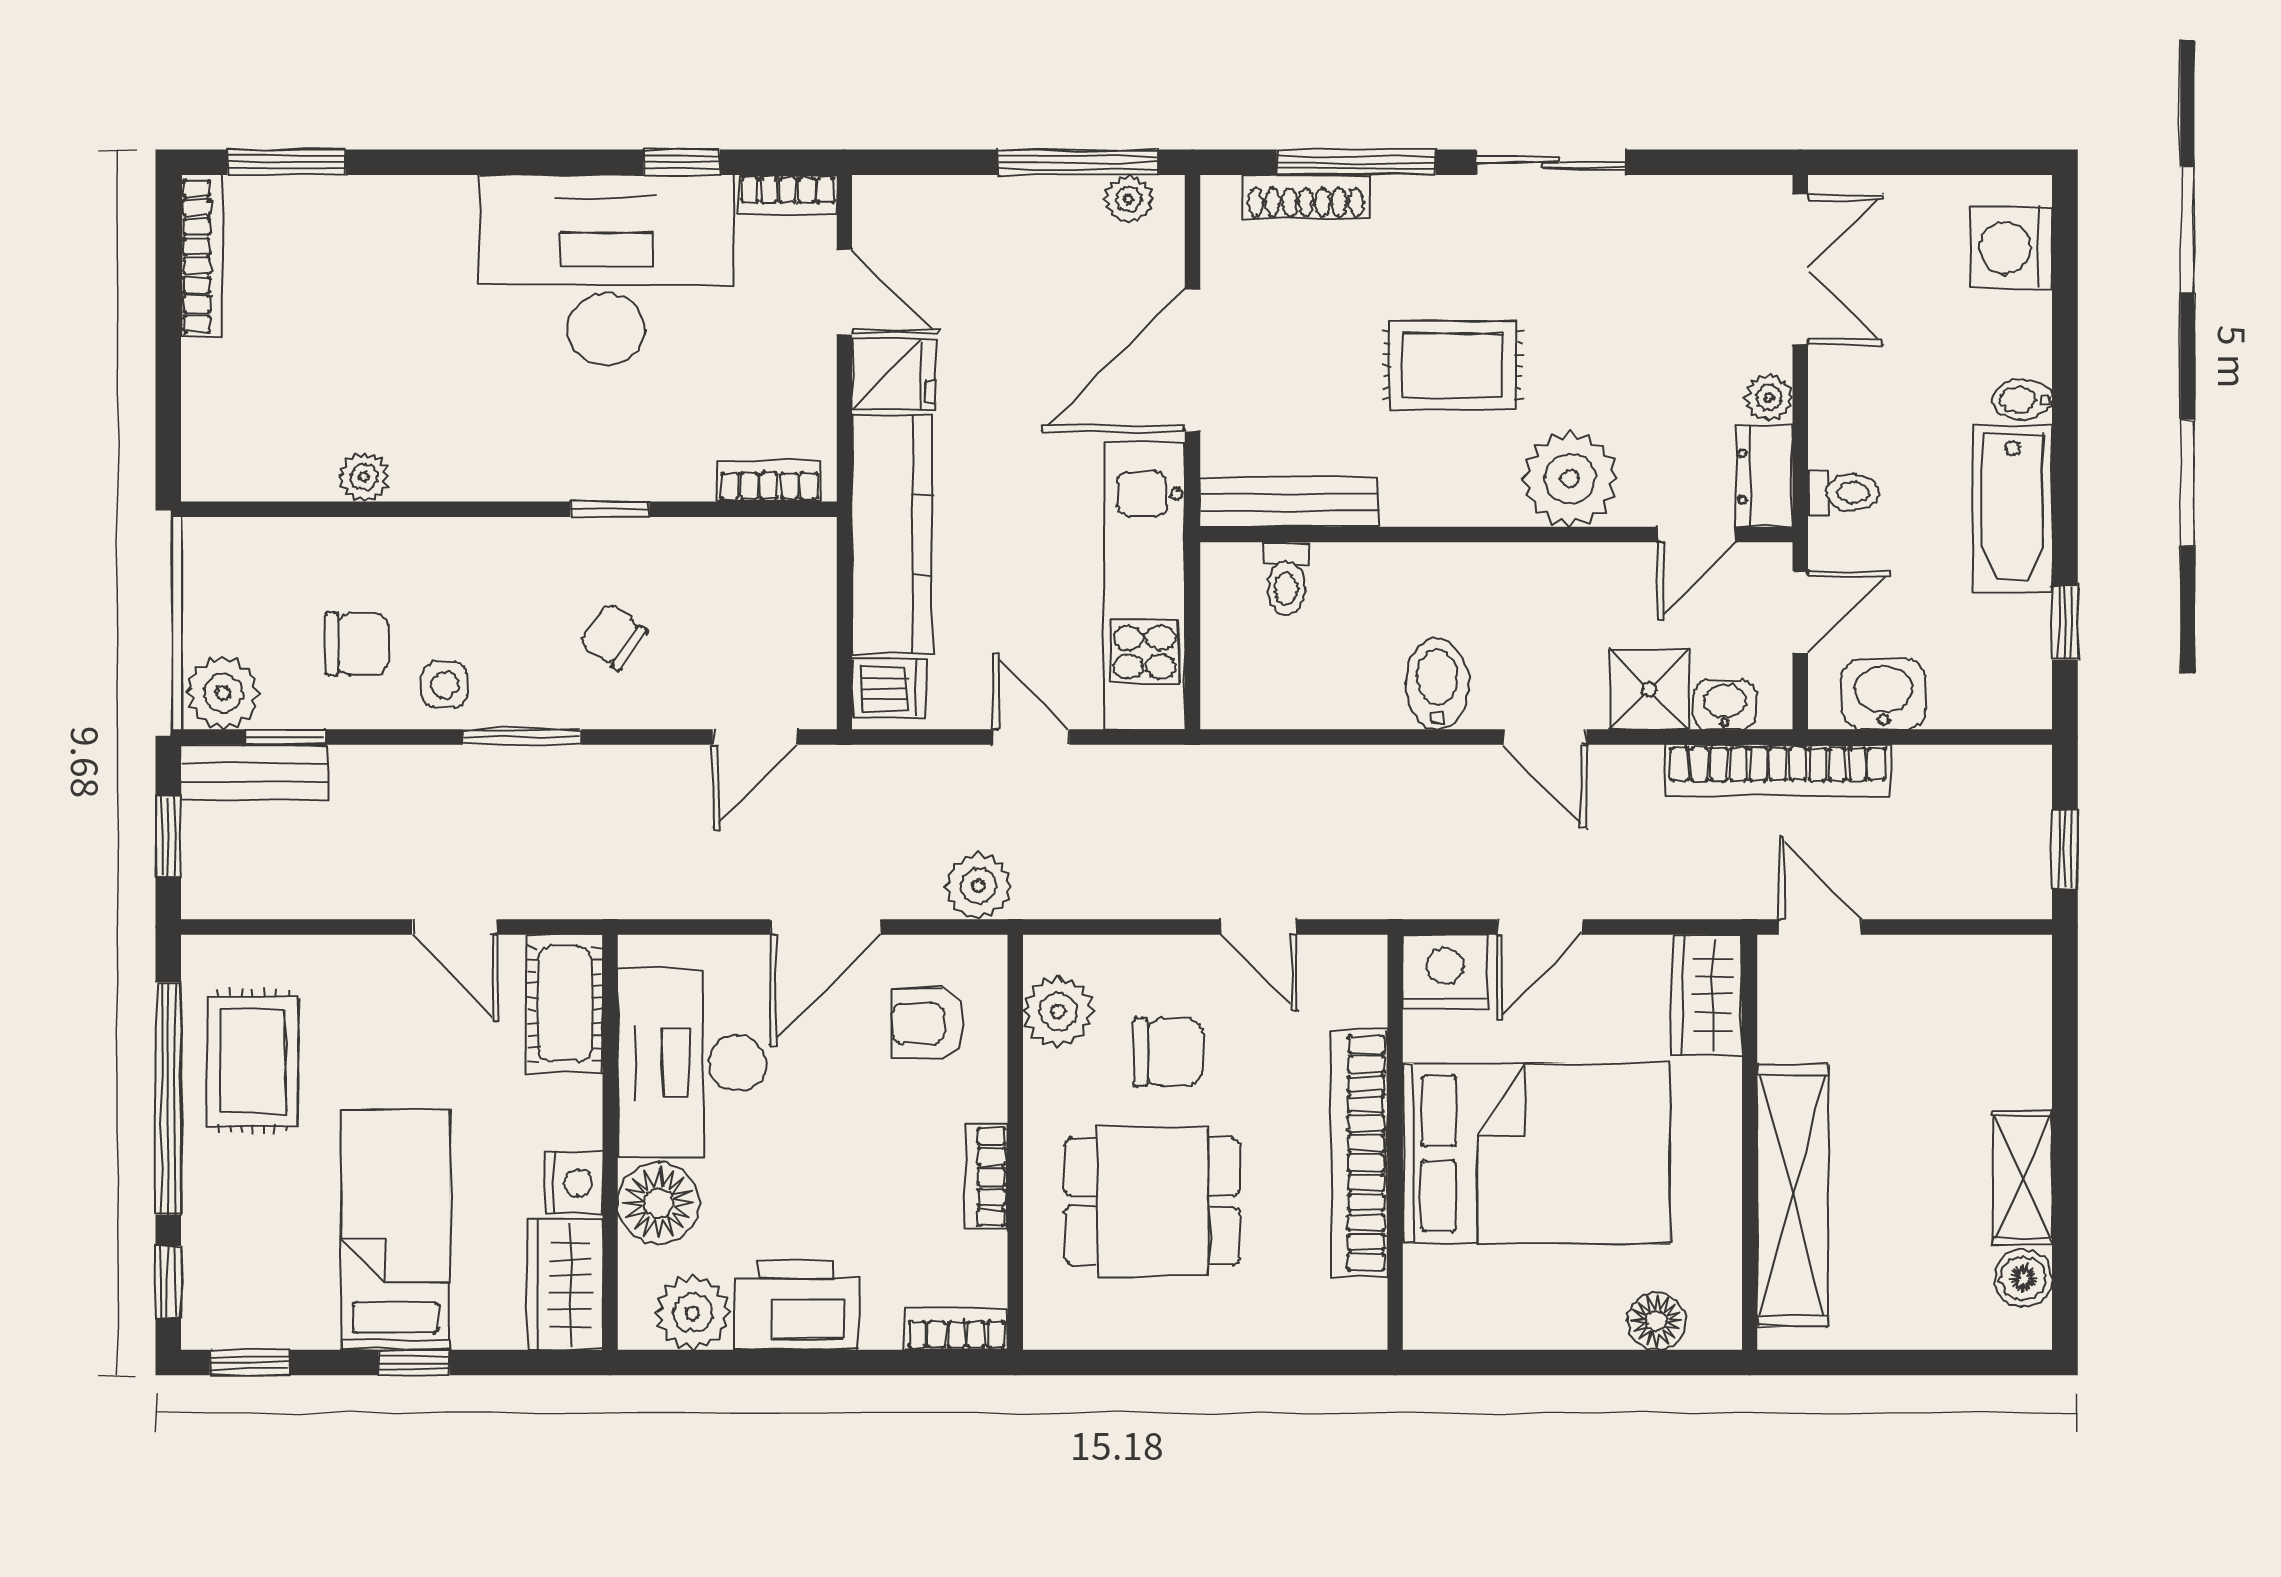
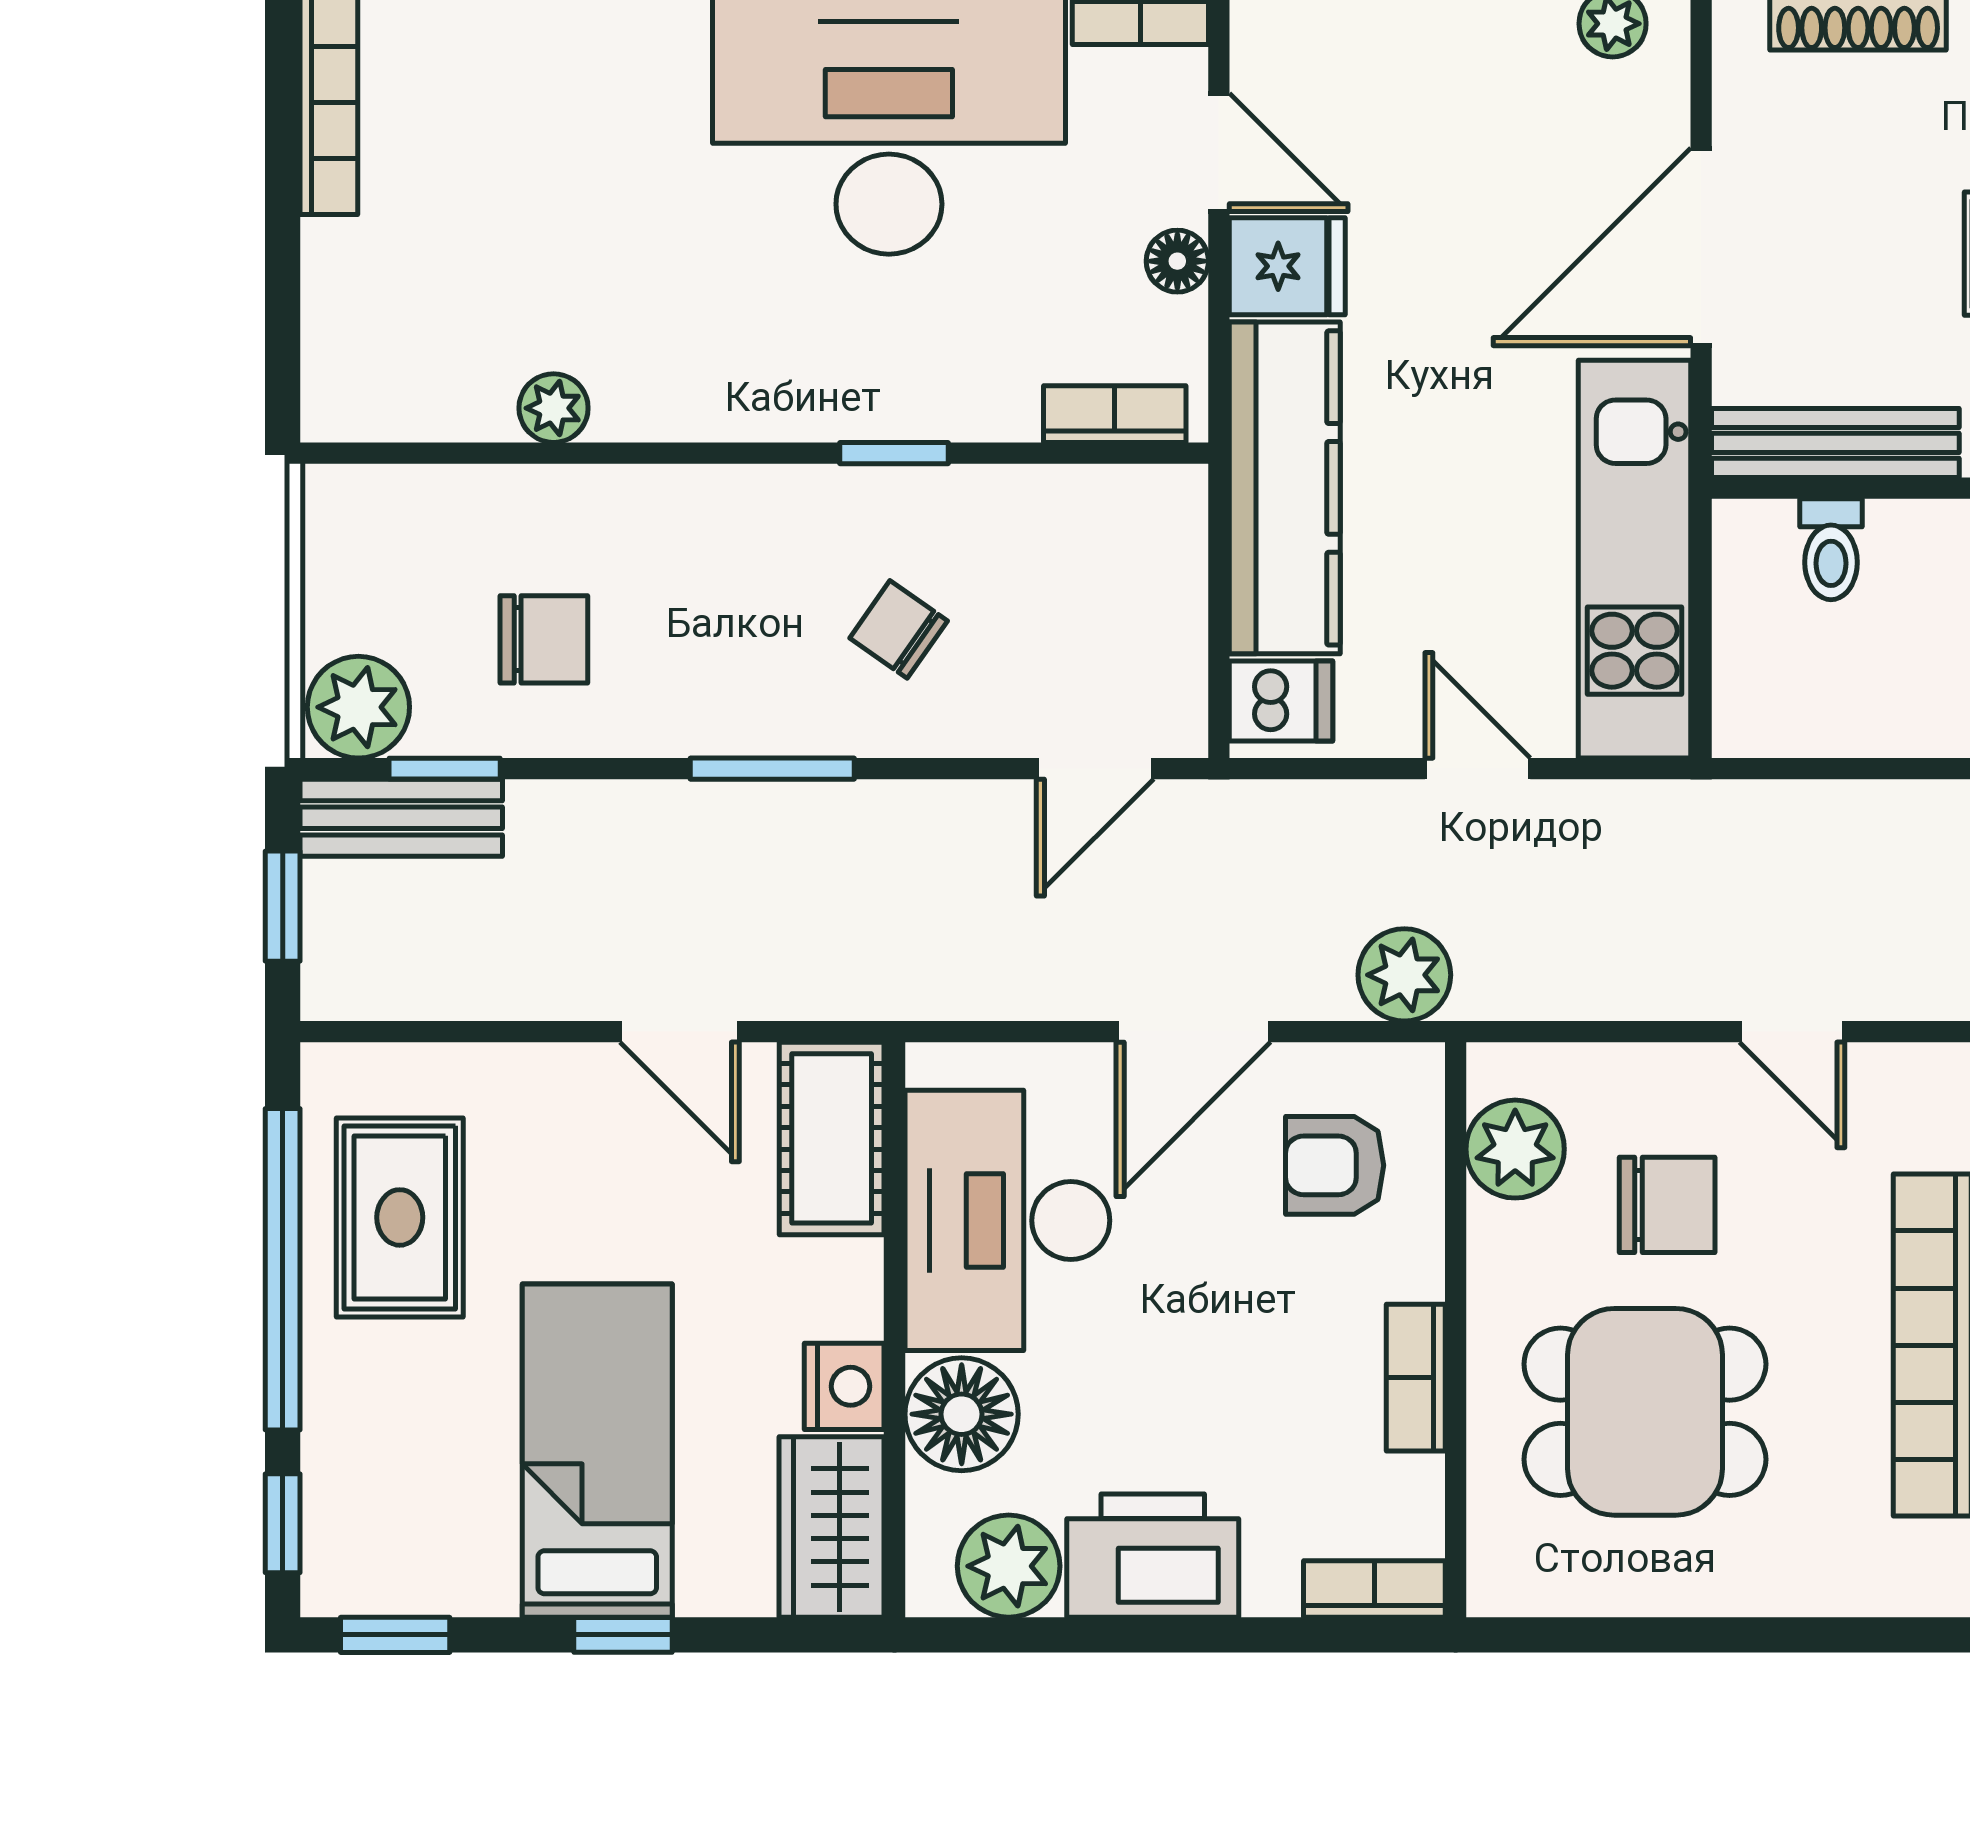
floor lamp: (814, 371) -> (1177, 261), added
side table: (445, 685) -> (665, 697), removed

